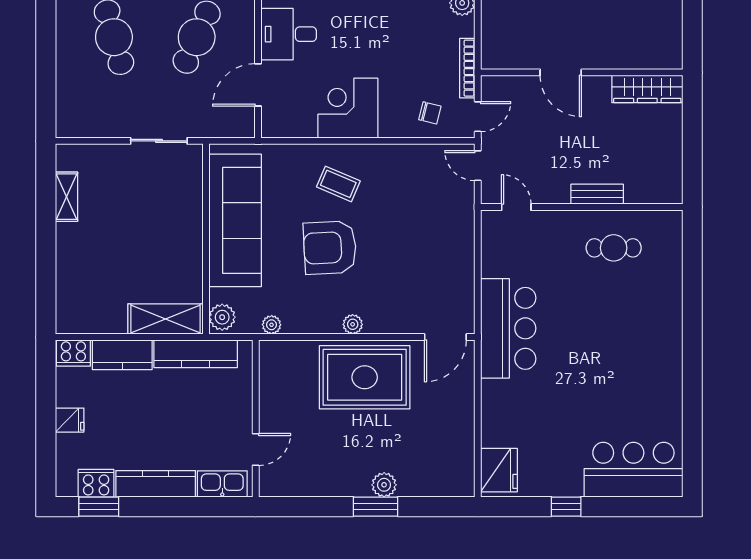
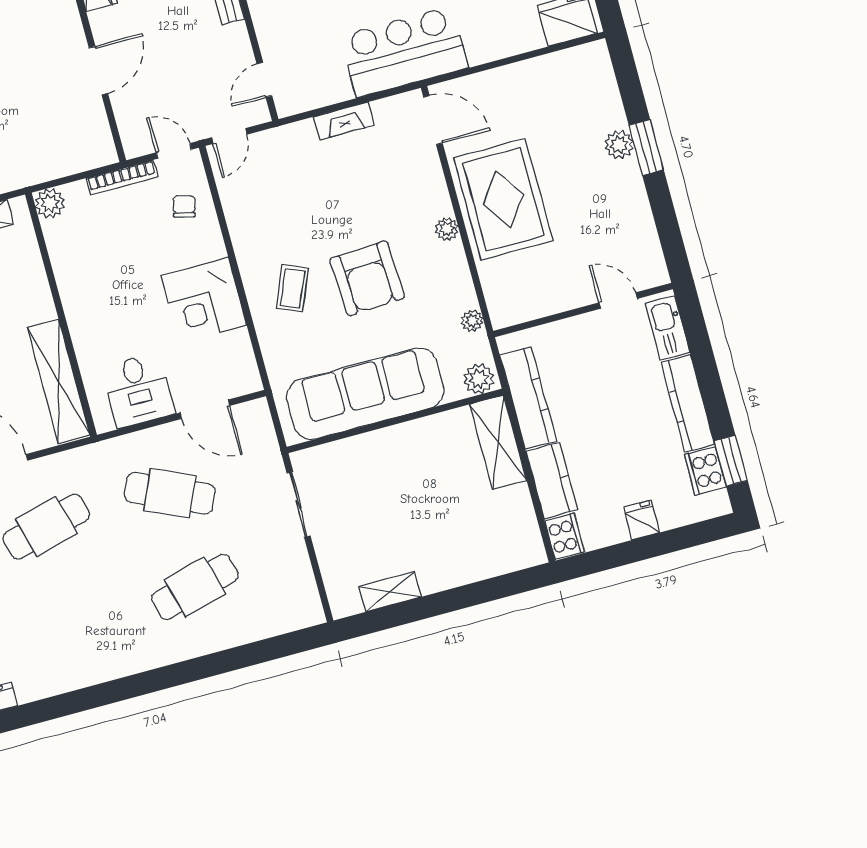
fireplace: (465, 264) -> (344, 121), added

